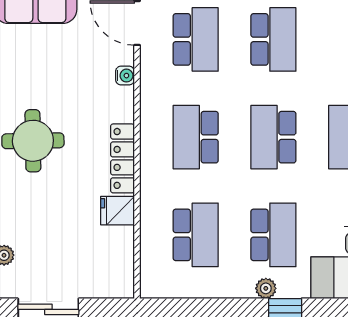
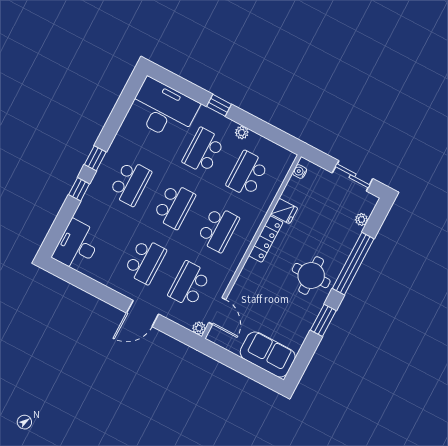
school desk: (273, 39) -> (145, 261), turned 180
water cooler: (125, 76) -> (300, 172), moved
plant: (266, 288) -> (242, 132), moved

